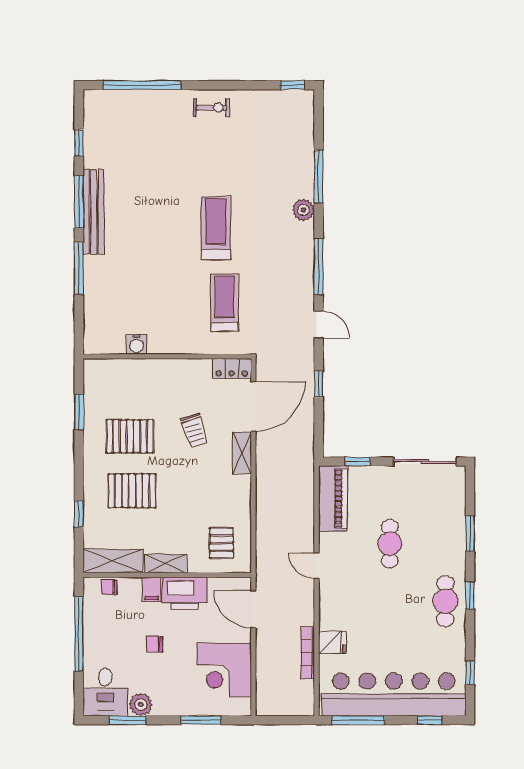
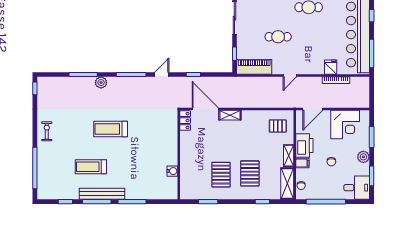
treadmill: (224, 303) -> (91, 167), moved
trolley: (194, 431) -> (218, 140), removed
plant: (141, 705) -> (363, 157), moved

